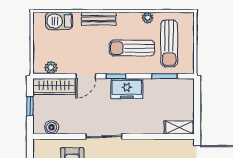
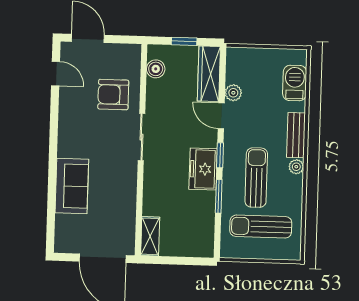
plant: (147, 18) -> (296, 167), moved
plant: (51, 68) -> (233, 93), moved
window: (165, 76) -> (219, 196), moved

